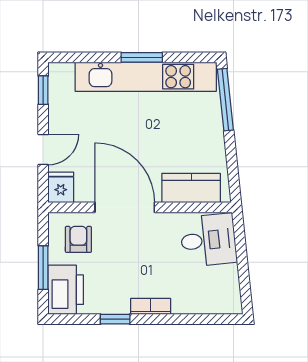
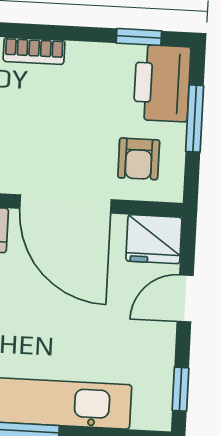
fridge: (61, 187) -> (154, 239), width x1.38
window: (115, 319) -> (139, 37), moved

